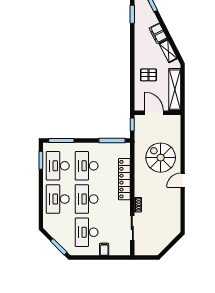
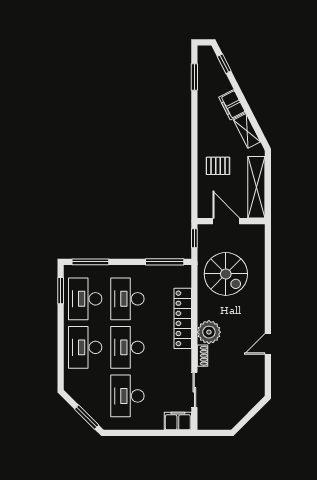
spiral stairs: (161, 158) -> (226, 274), moved, turned 180
door: (183, 180) -> (268, 344), moved
plant: (142, 189) -> (209, 332), added
filing cabinet: (104, 249) -> (178, 421), moved, width x2.00

